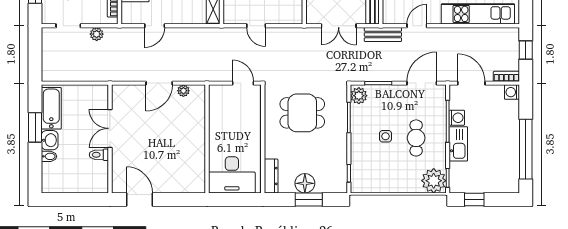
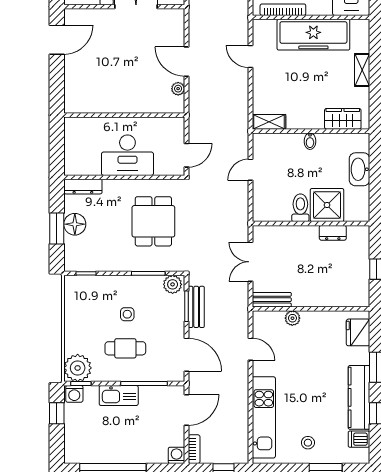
bench: (383, 34) -> (196, 307), moved
washing machine: (457, 118) -> (74, 394), moved
desk: (232, 175) -> (127, 155), moved, turned -90

